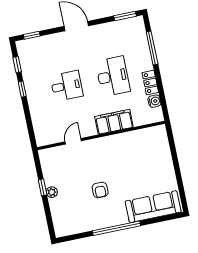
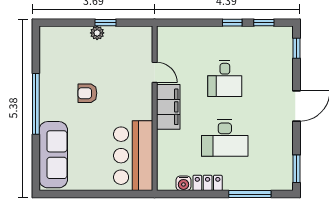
filing cabinet: (114, 122) -> (168, 107), moved
bar counter: (141, 145) -> (133, 156), added

